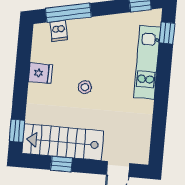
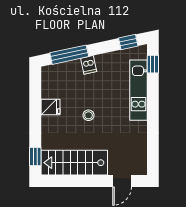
dishwasher: (59, 31) -> (89, 65), moved
window: (61, 164) -> (75, 181), removed

